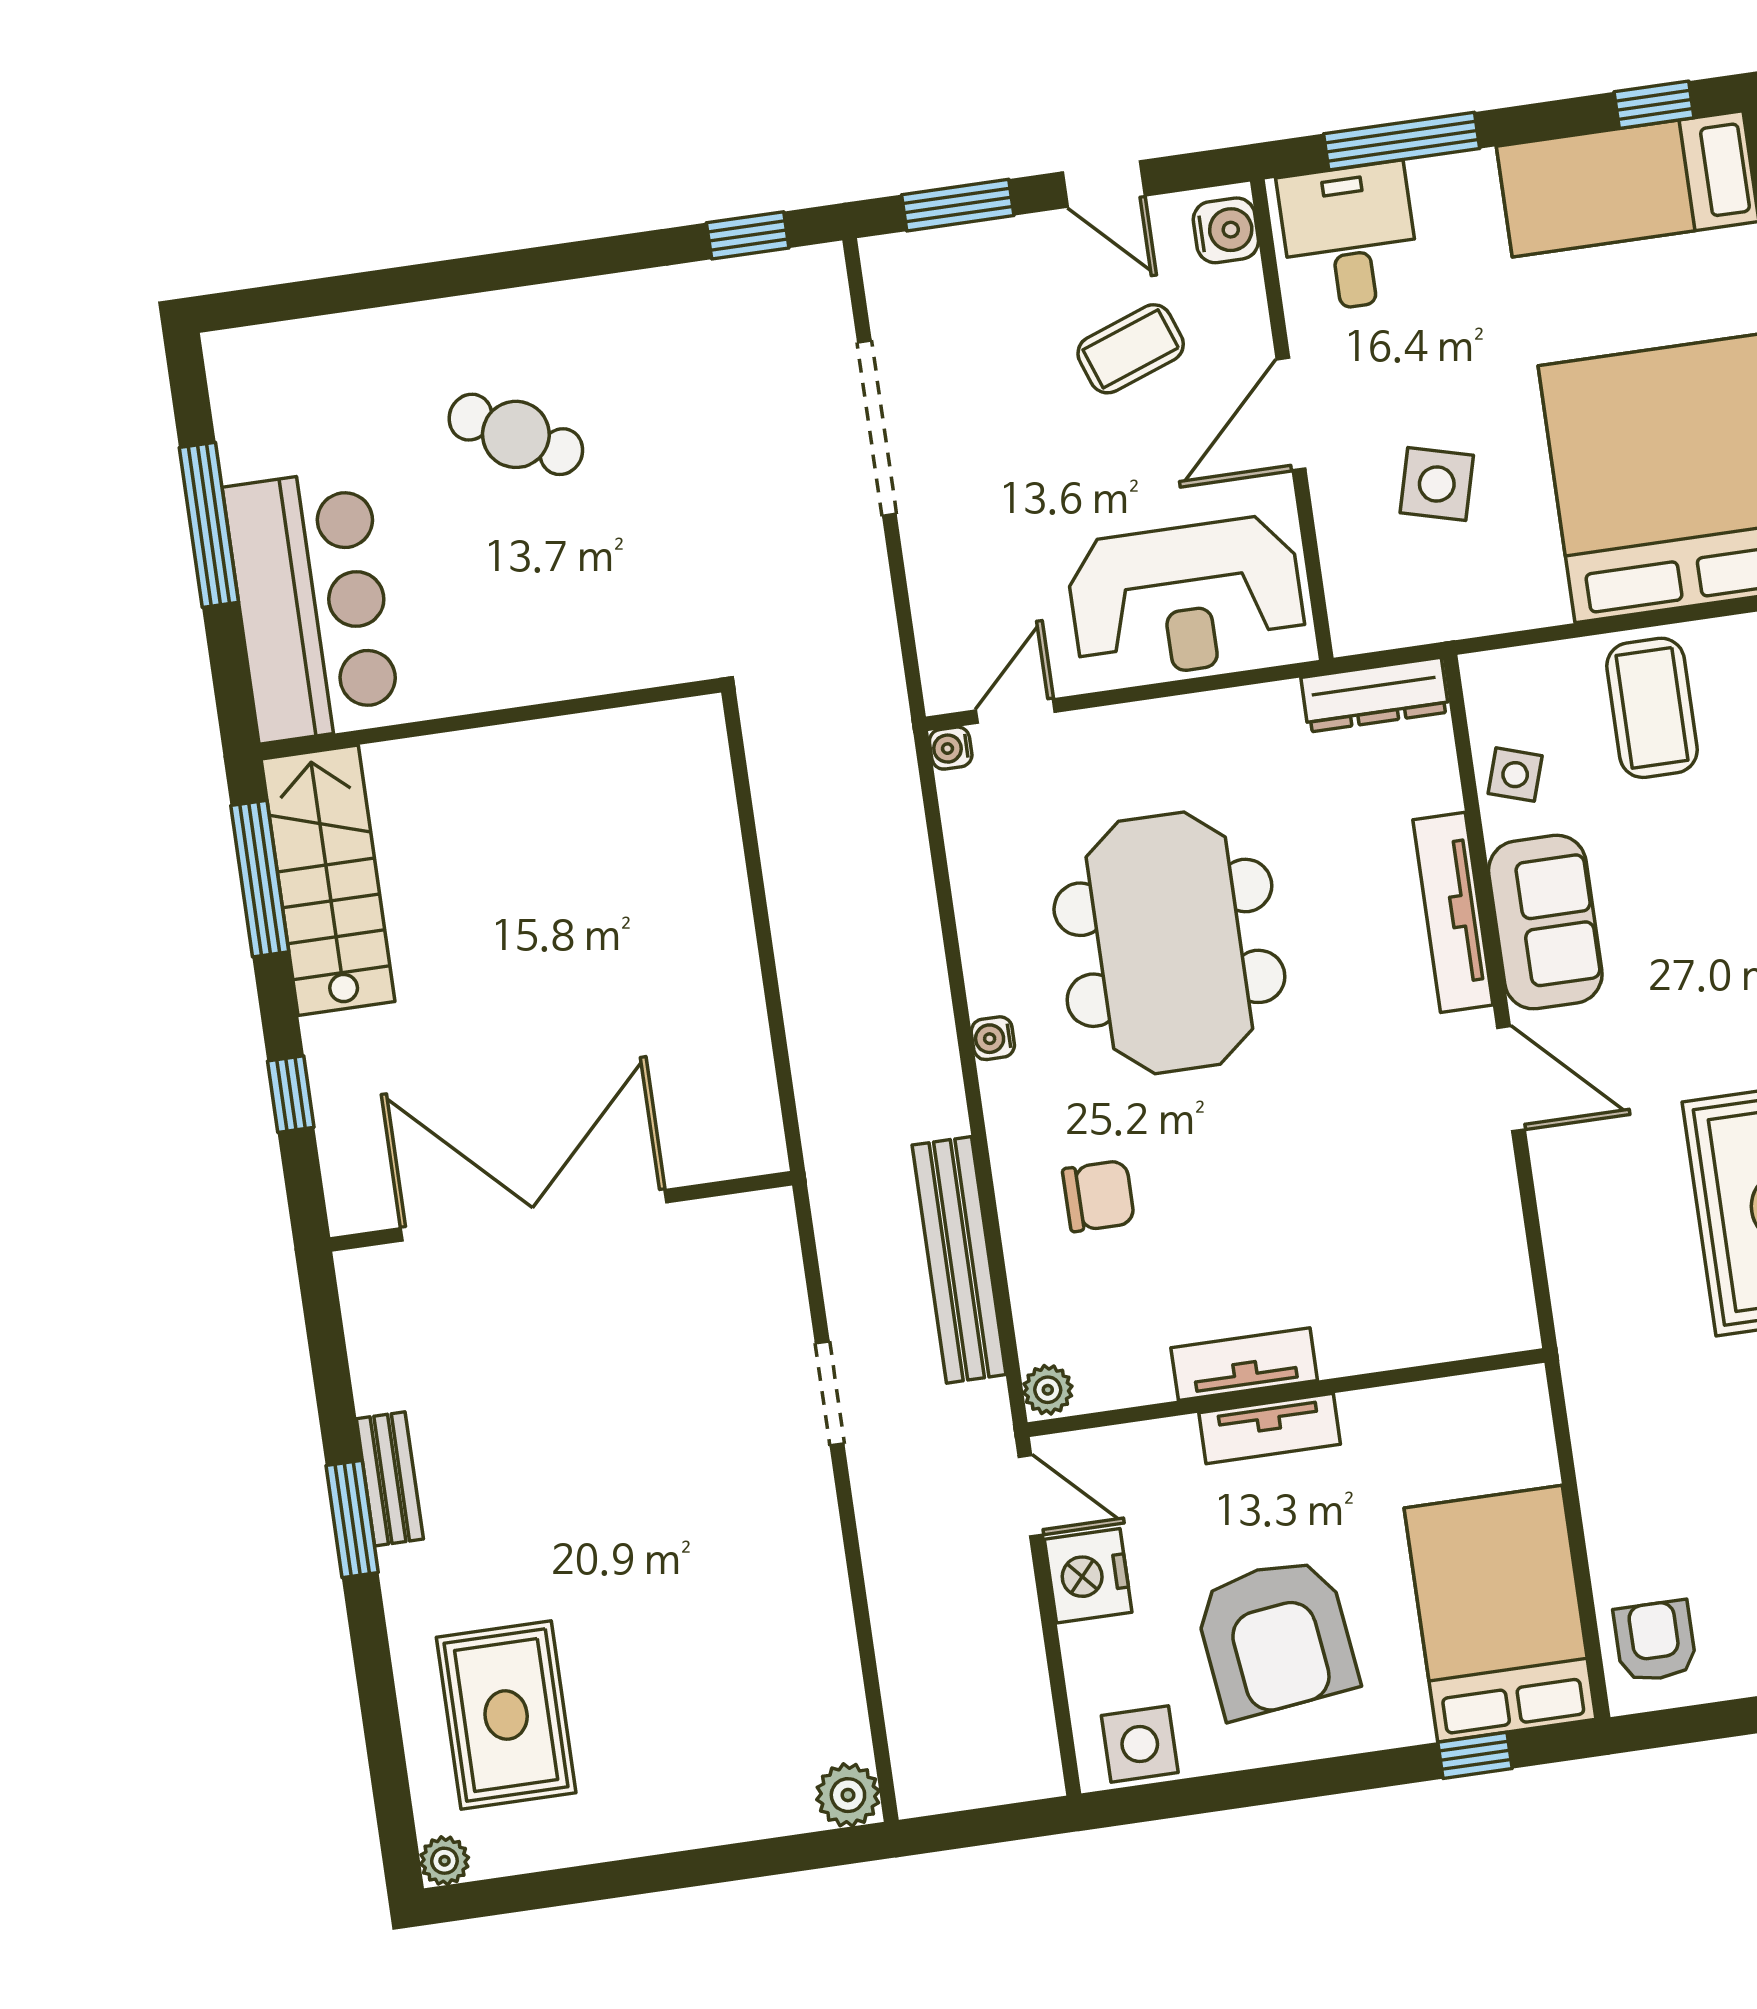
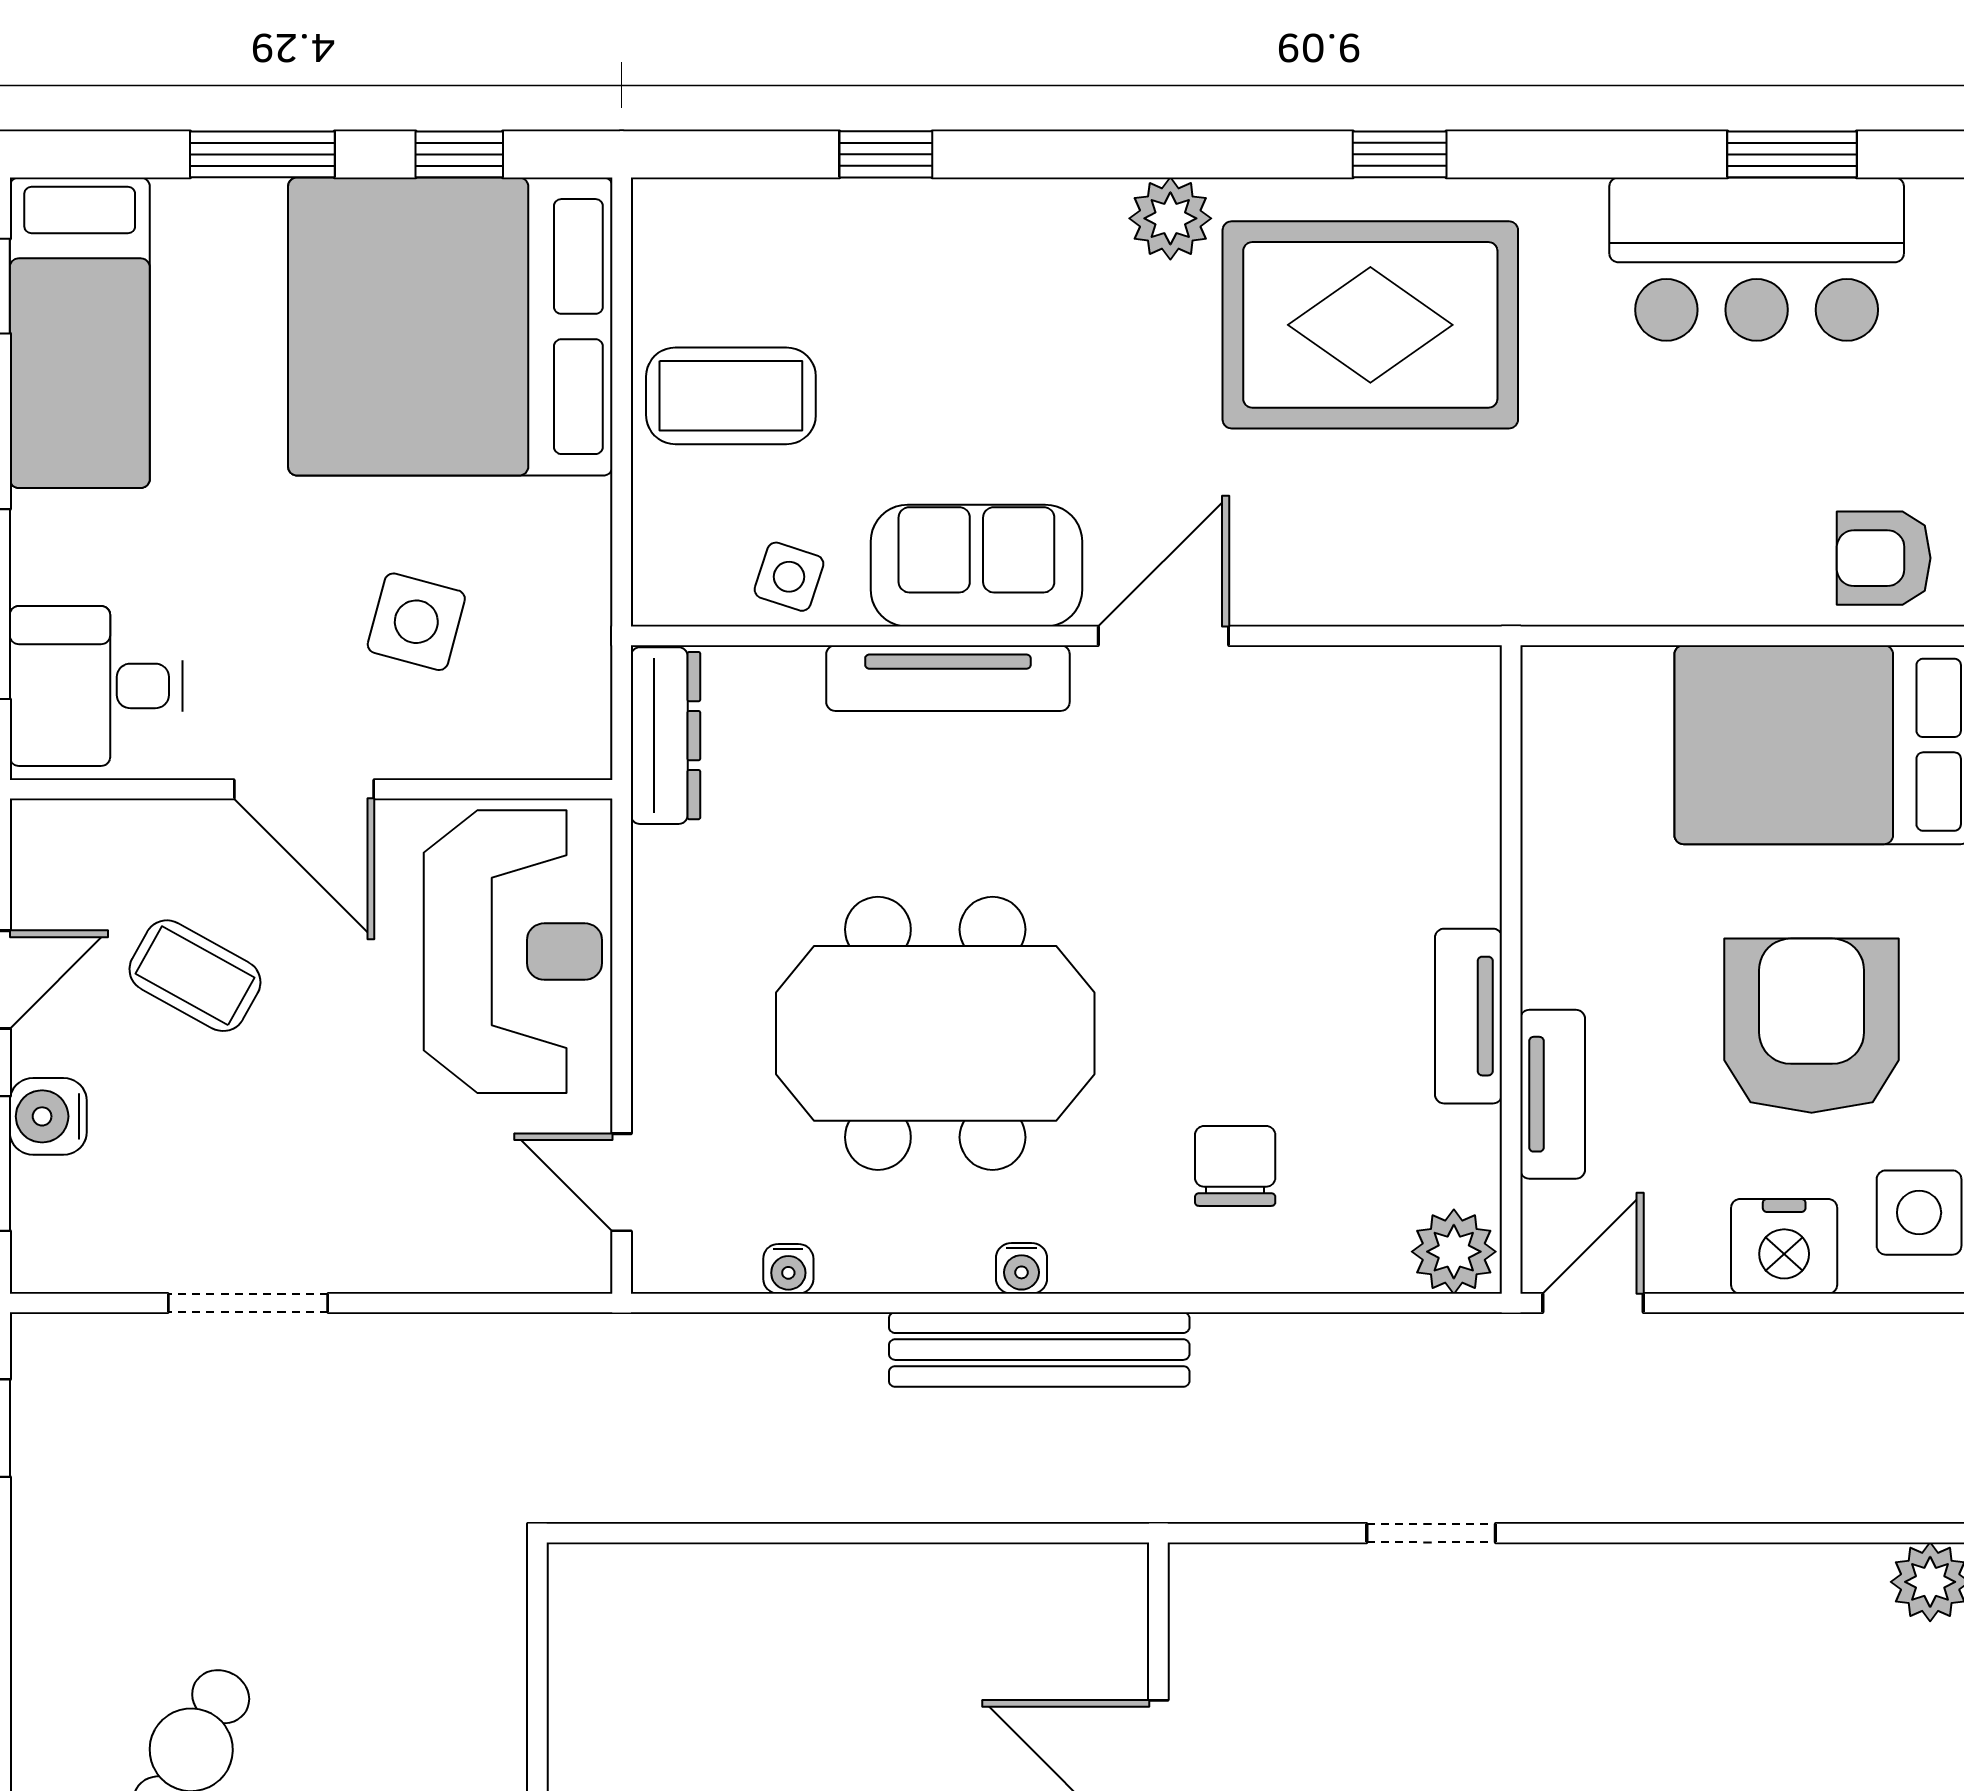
water cooler: (1226, 230) -> (48, 1116), moved, turned -90
coffee table: (1131, 349) -> (195, 976), turned -41
doorway: (877, 428) -> (248, 1303), width x0.73
water cooler: (951, 748) -> (788, 1269), moved
bench: (959, 1260) -> (1039, 1350), moved
plant: (1048, 1390) -> (1454, 1252), width x1.38, depth x1.38
tv unit: (1270, 1429) -> (1553, 1094), moved
nightstand: (1088, 1576) -> (1784, 1246), moved
armchair: (1276, 1637) -> (1812, 1026), turned -83

